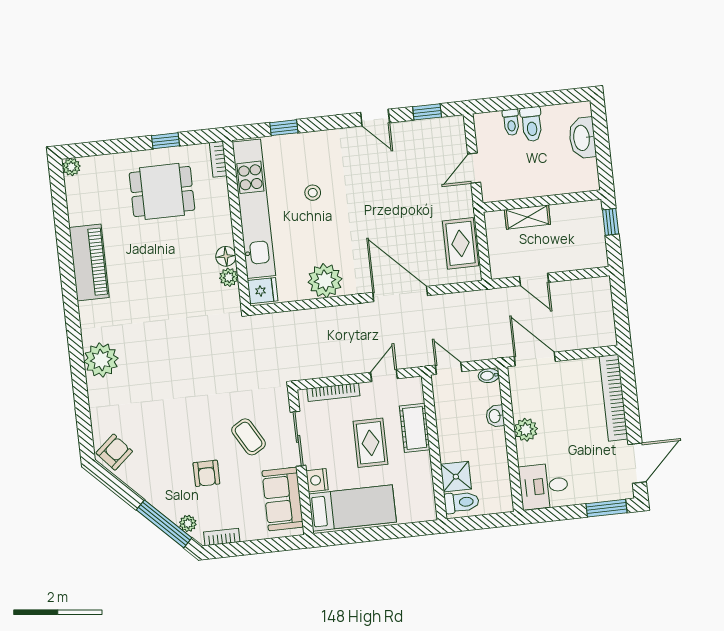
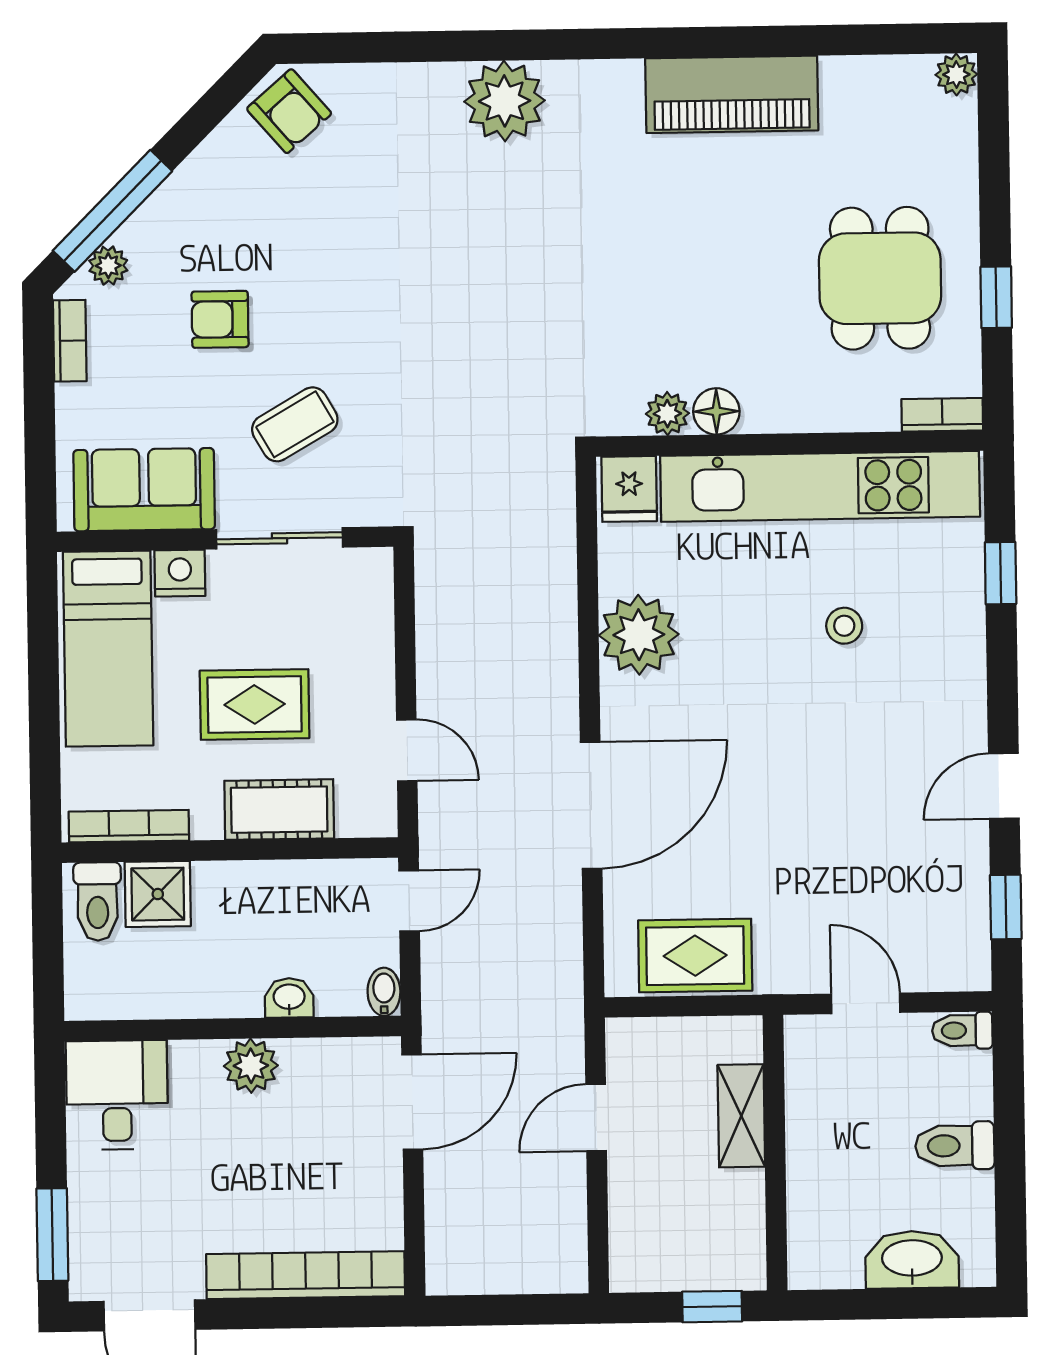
toilet: (511, 122) -> (962, 1030), moved
bookcase: (333, 392) -> (129, 826), moved, turned 90

